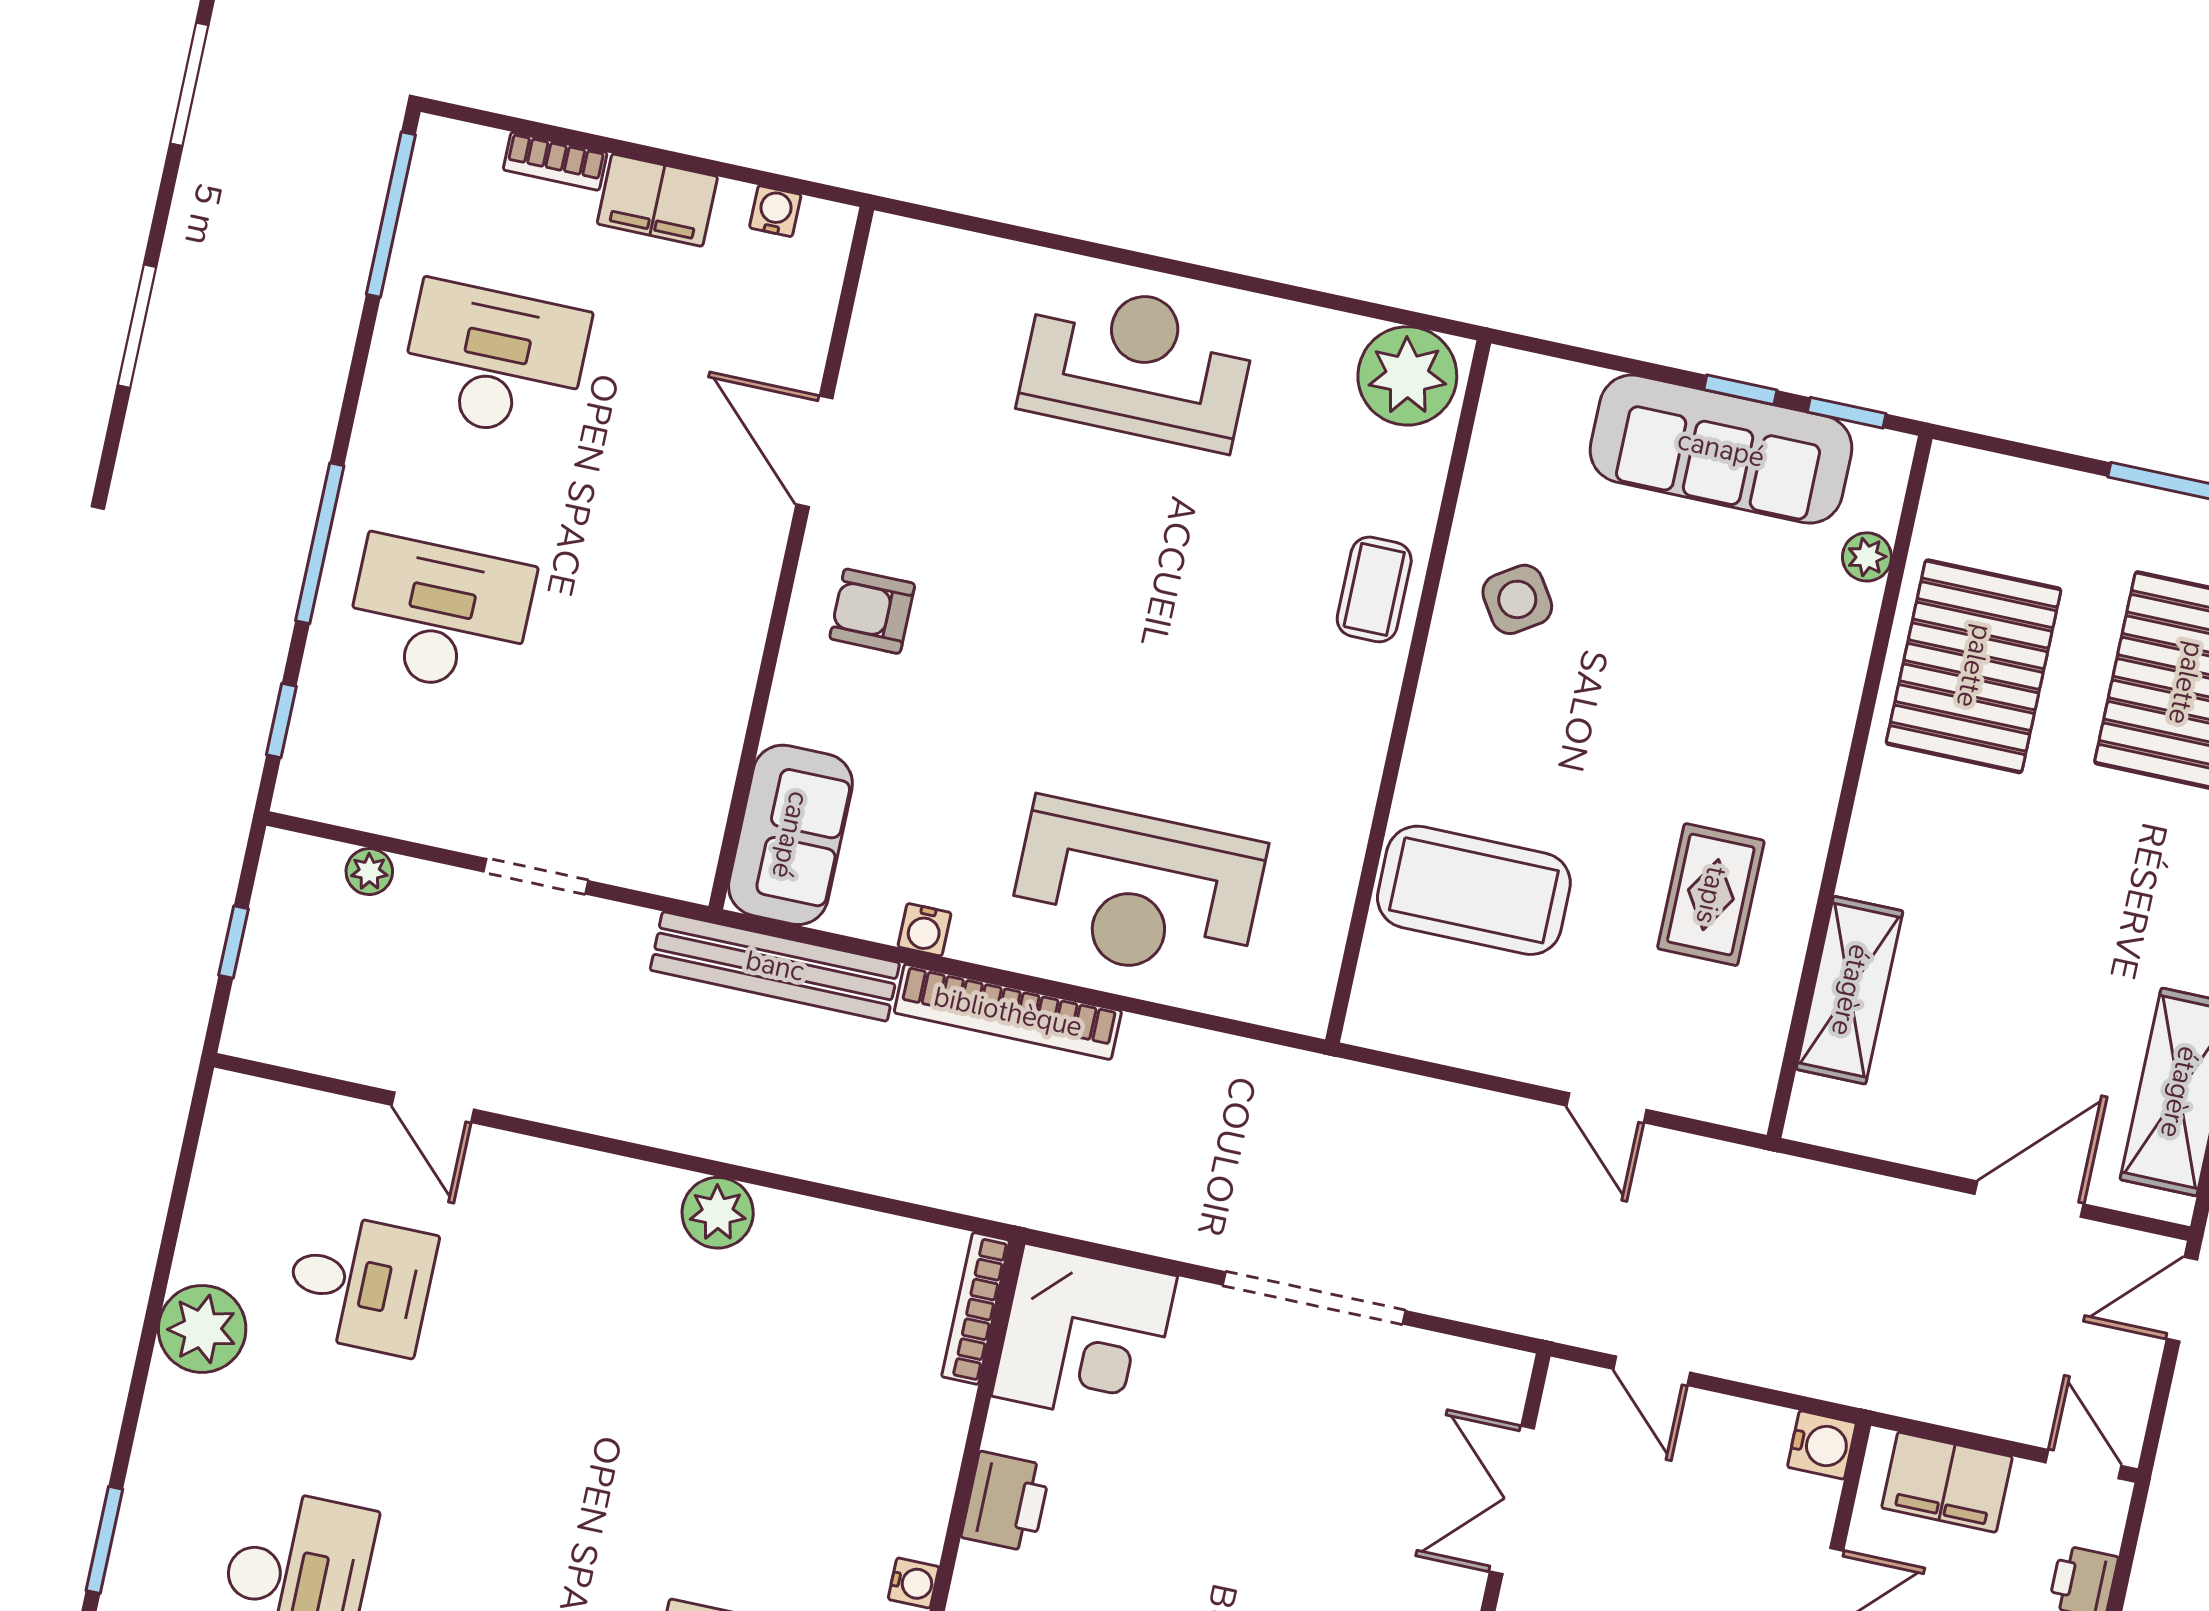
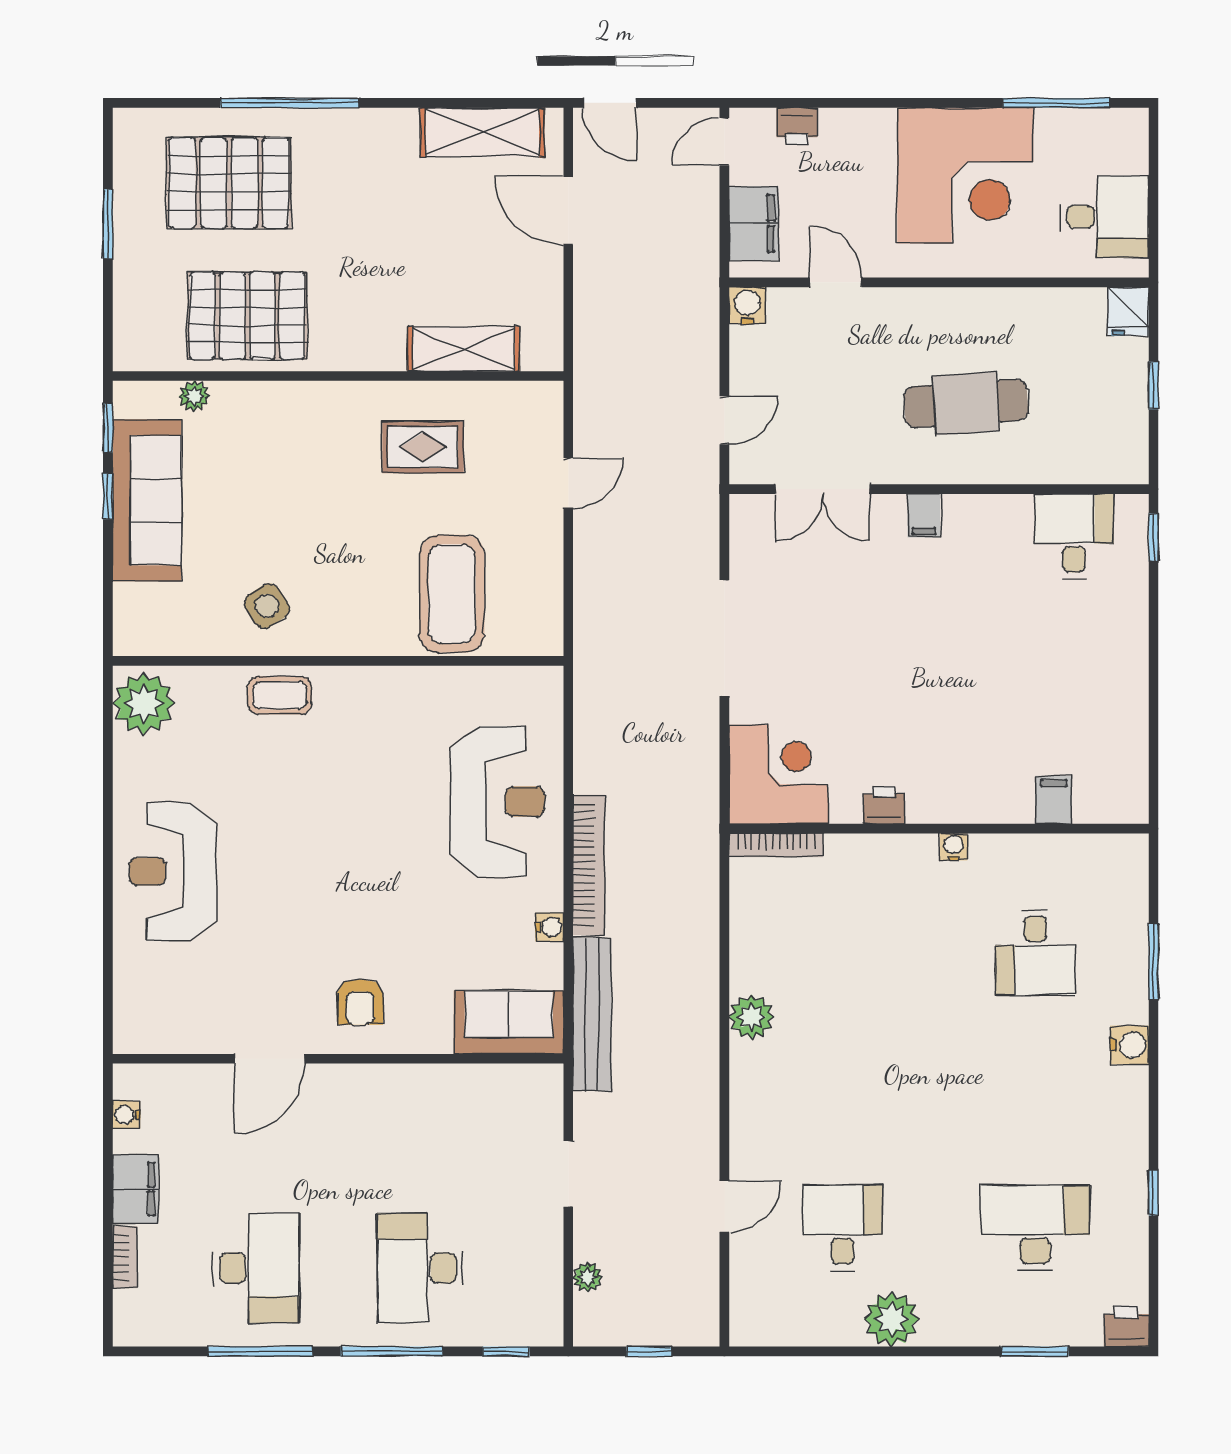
window: (391, 215) -> (260, 1351), moved
desk: (495, 361) -> (256, 1268), turned 180
printer: (1006, 1502) -> (884, 805), width x0.73, depth x0.81

